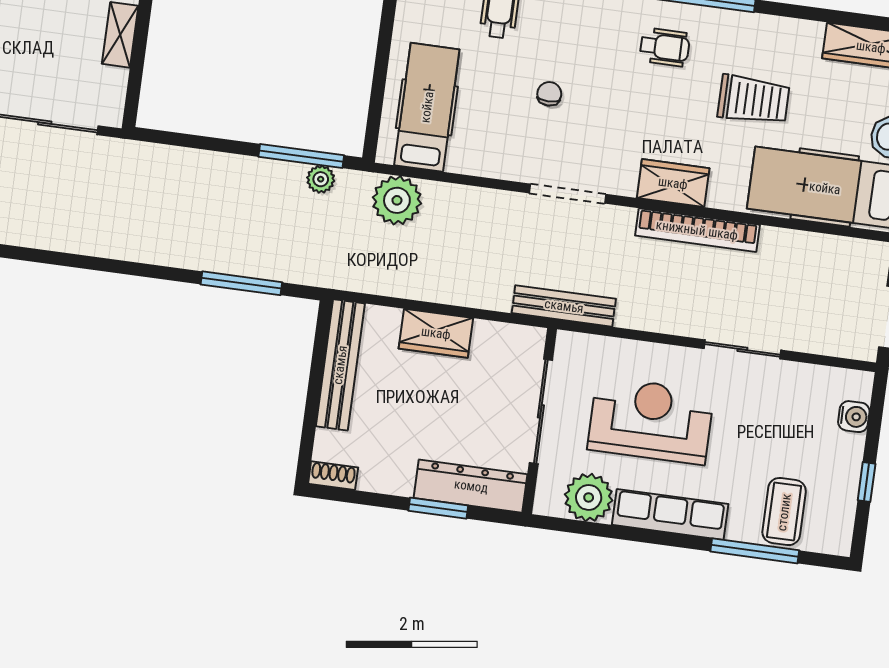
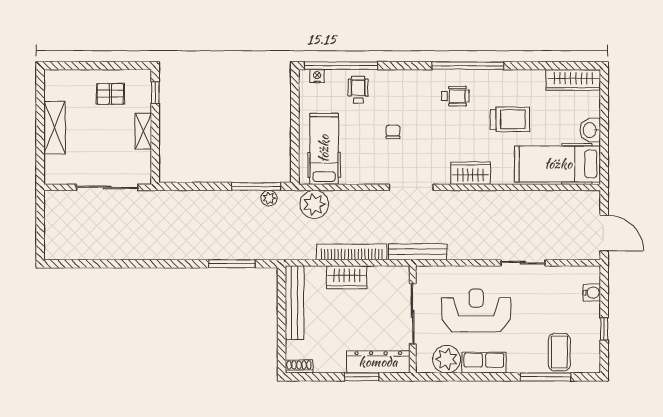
bookcase: (697, 230) -> (352, 252), moved, turned 180
row of seats: (670, 514) -> (484, 363), width x0.68

